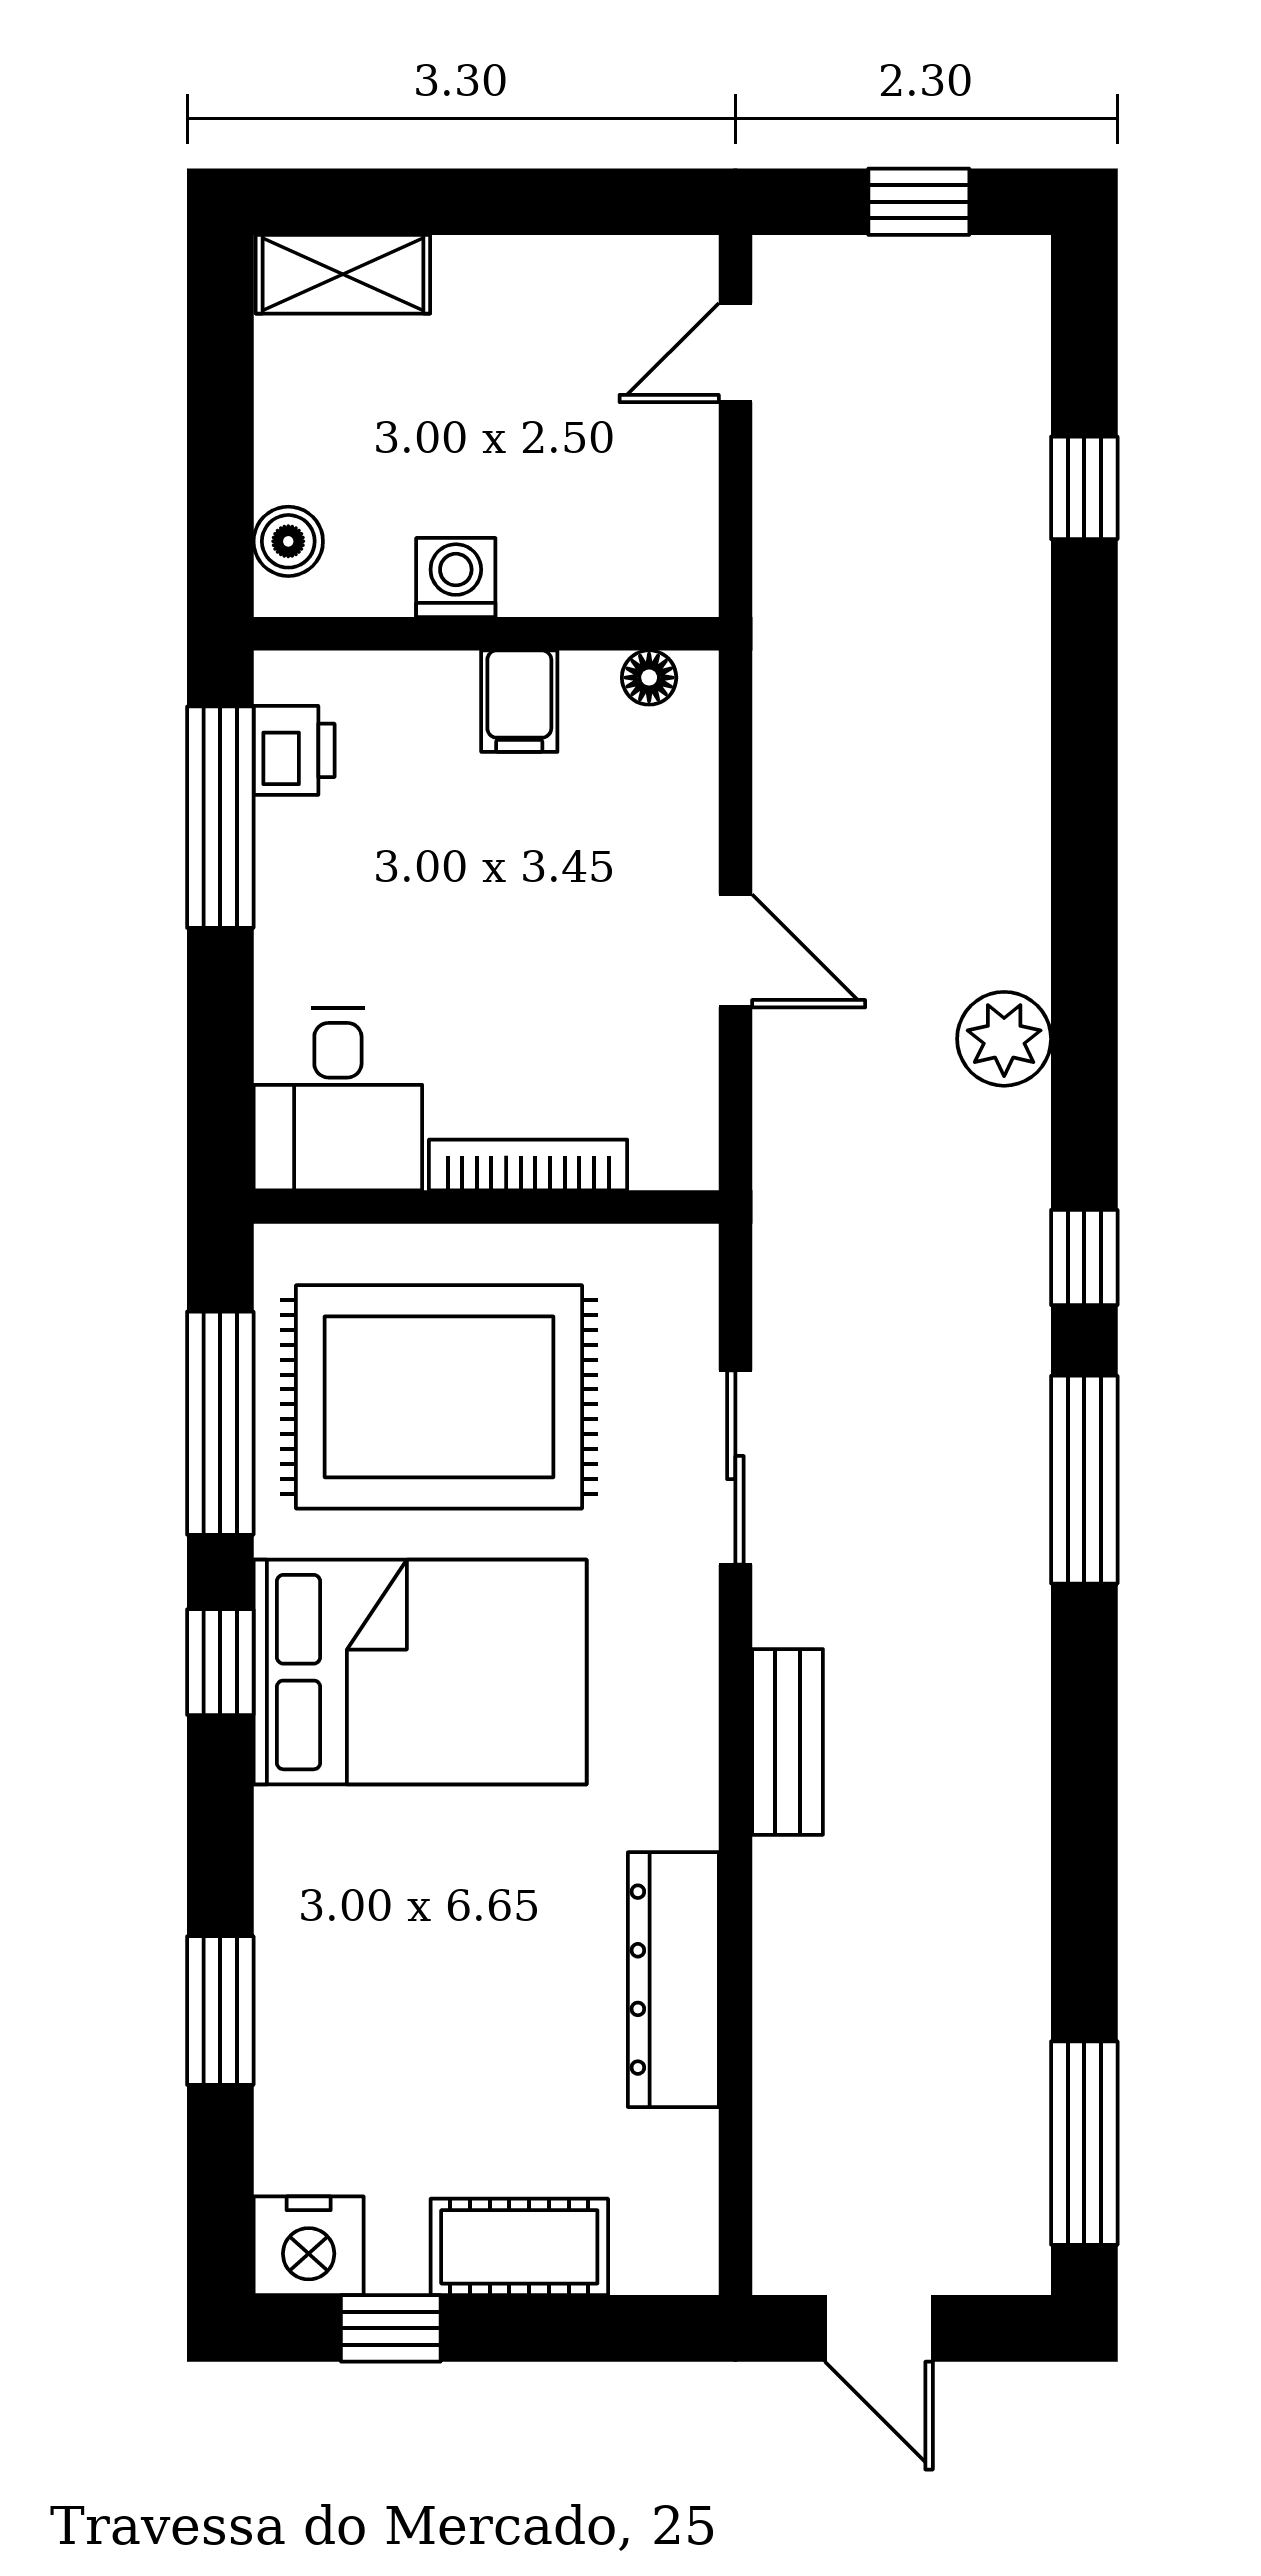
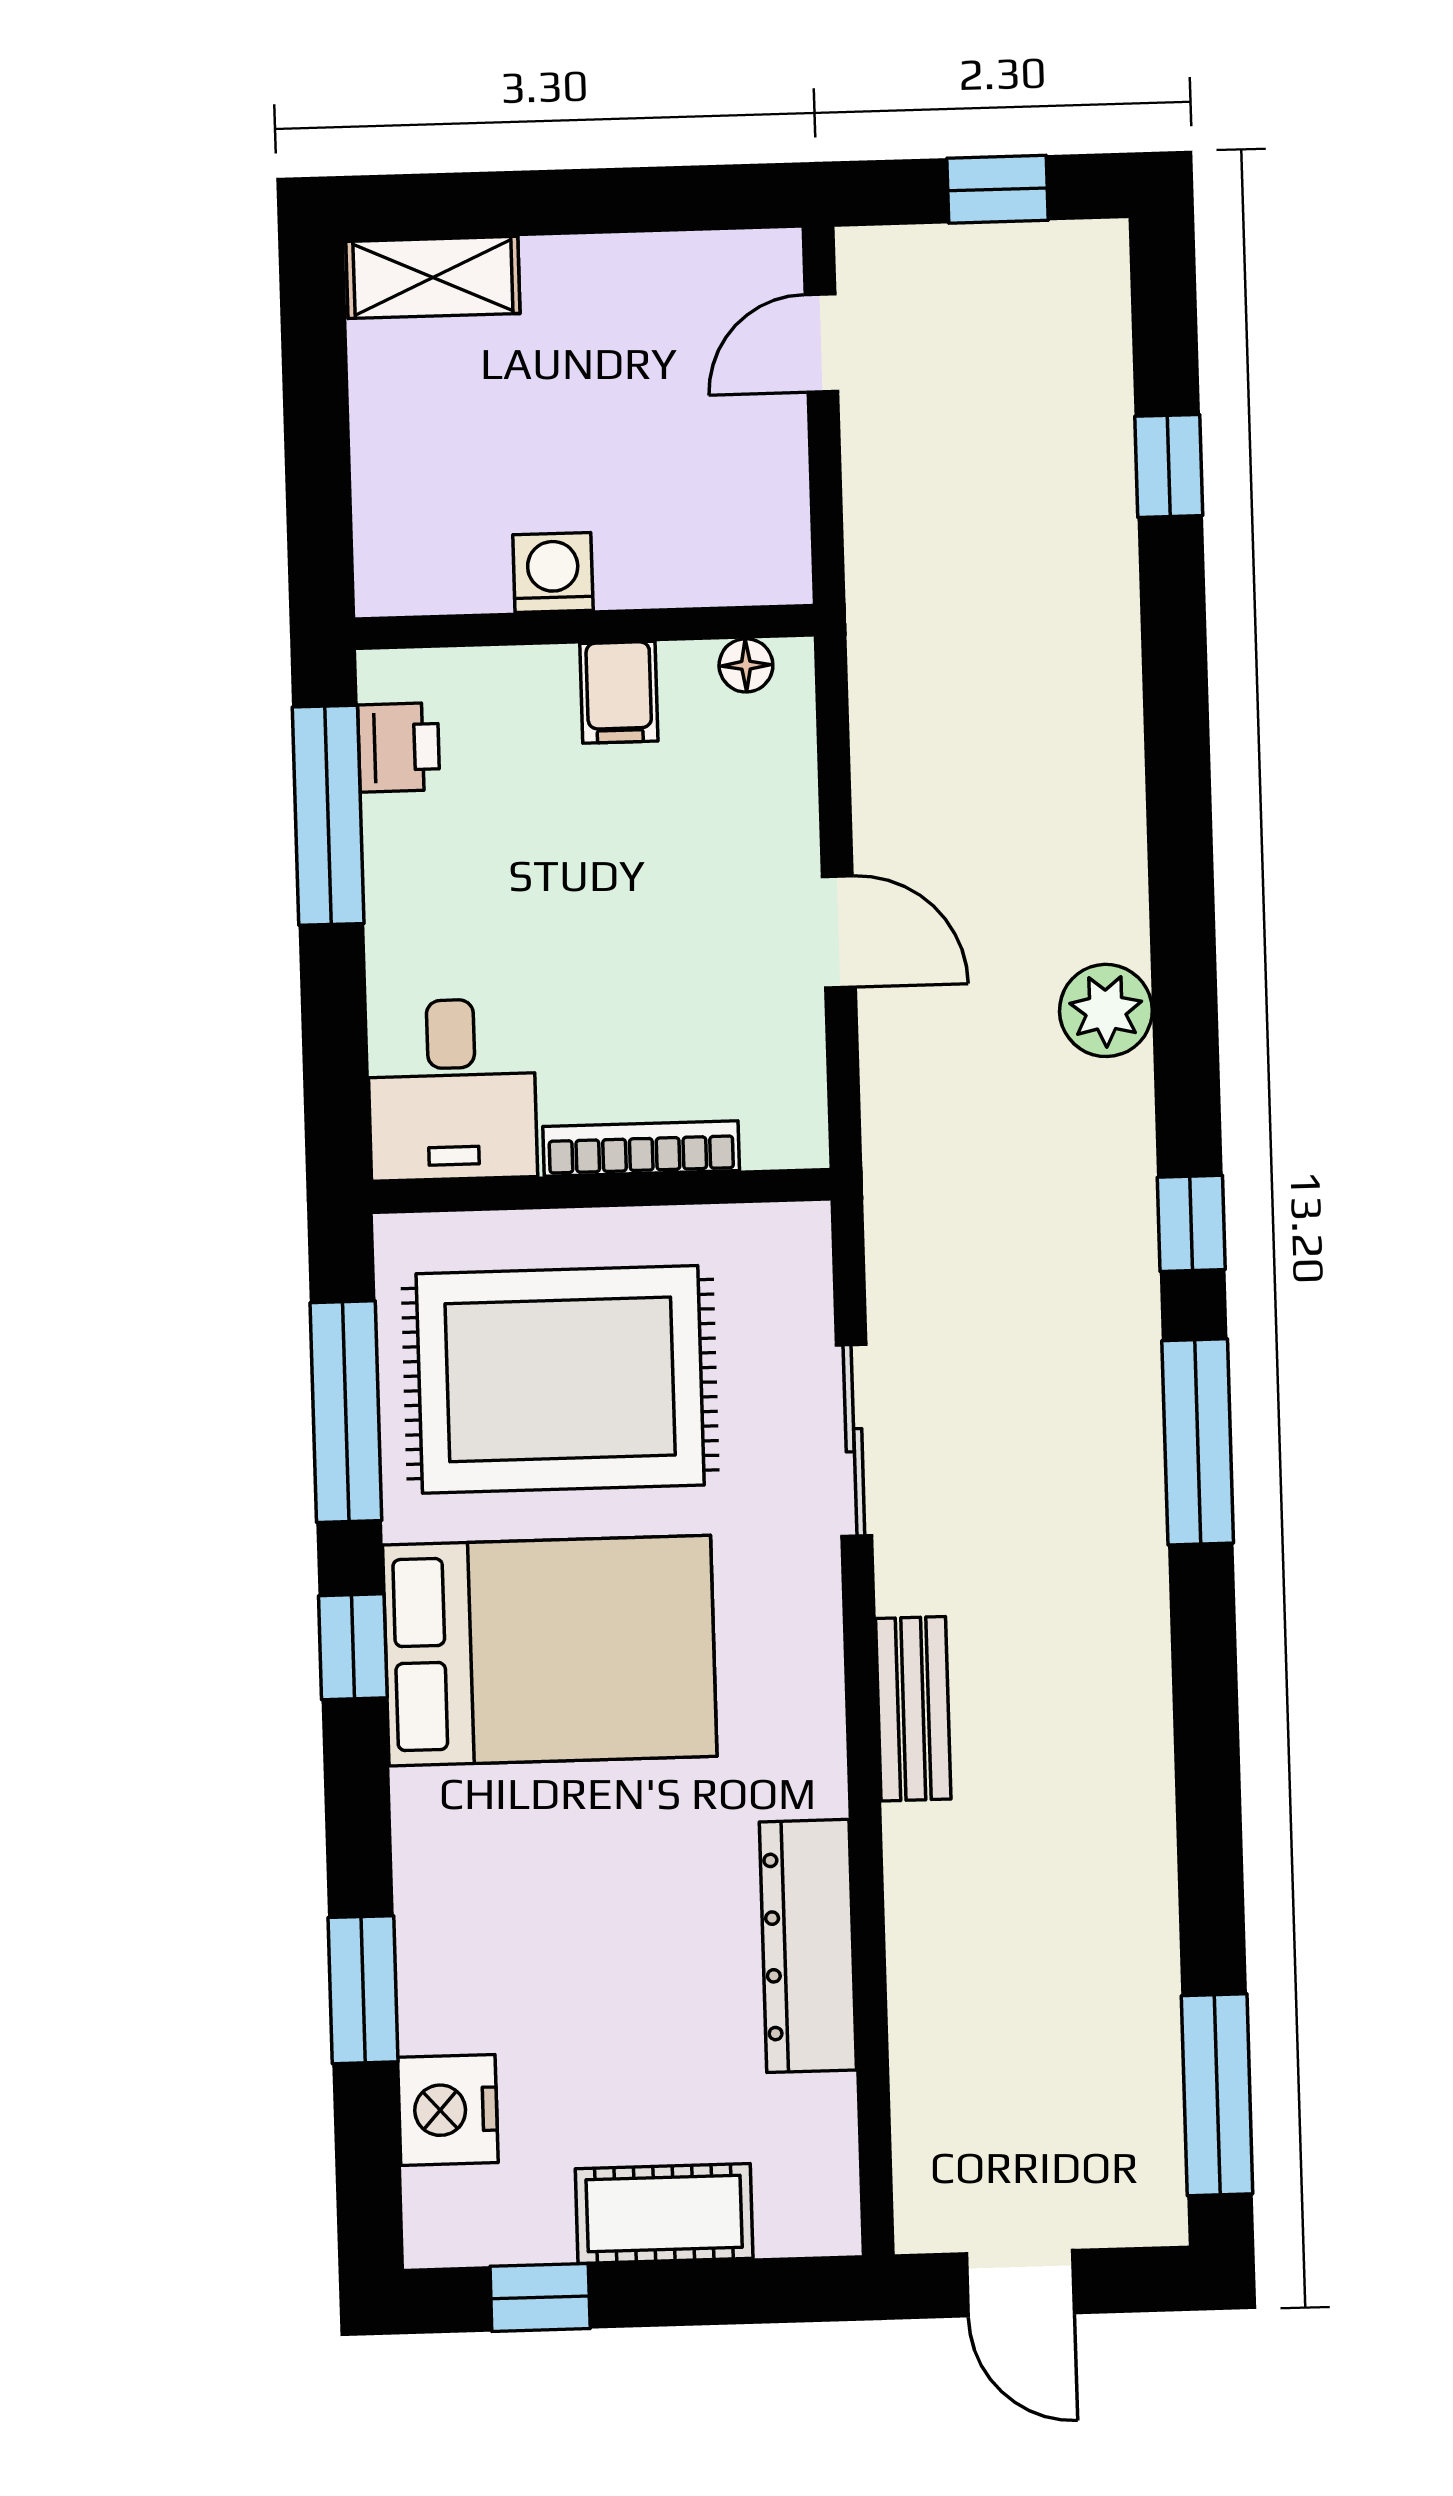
boiler: (288, 541) -> (387, 542), removed
nightstand: (309, 2246) -> (448, 2110), moved, turned 90

